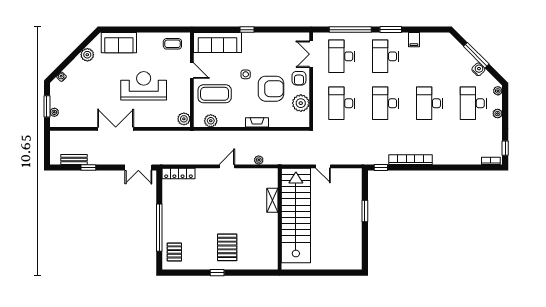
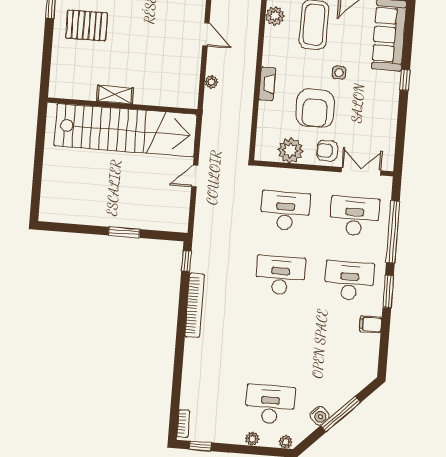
desk: (429, 103) -> (275, 340), removed
shelving: (272, 200) -> (115, 95), moved

